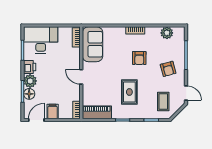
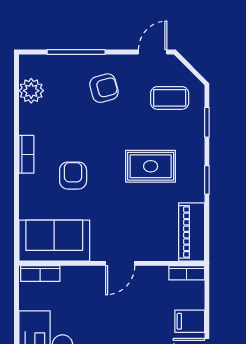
armchair: (139, 58) -> (73, 176), moved, turned -90

